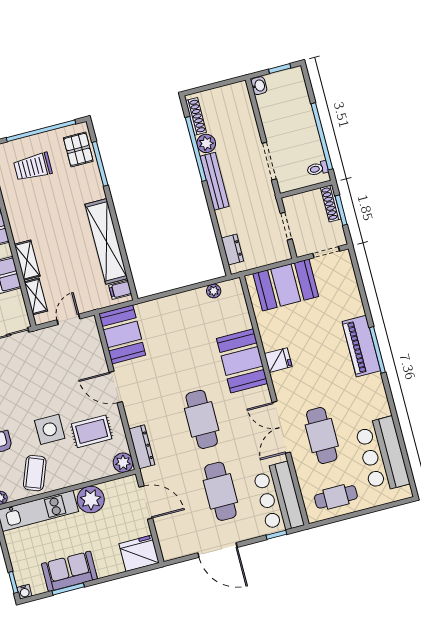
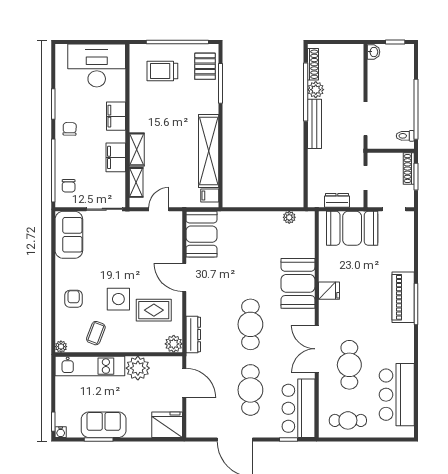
dresser: (232, 249) -> (337, 200), moved, turned -90
coffee table: (35, 473) -> (96, 333), width x0.73, depth x0.77

